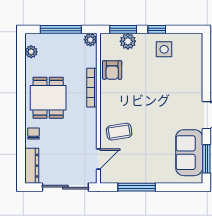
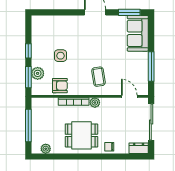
plant: (90, 40) -> (95, 103), moved
side table: (164, 49) -> (60, 56), moved
coffee table: (119, 132) -> (98, 77), moved
sofa: (189, 153) -> (138, 33), moved, turned 90
dresser: (32, 166) -> (139, 148), width x0.70

